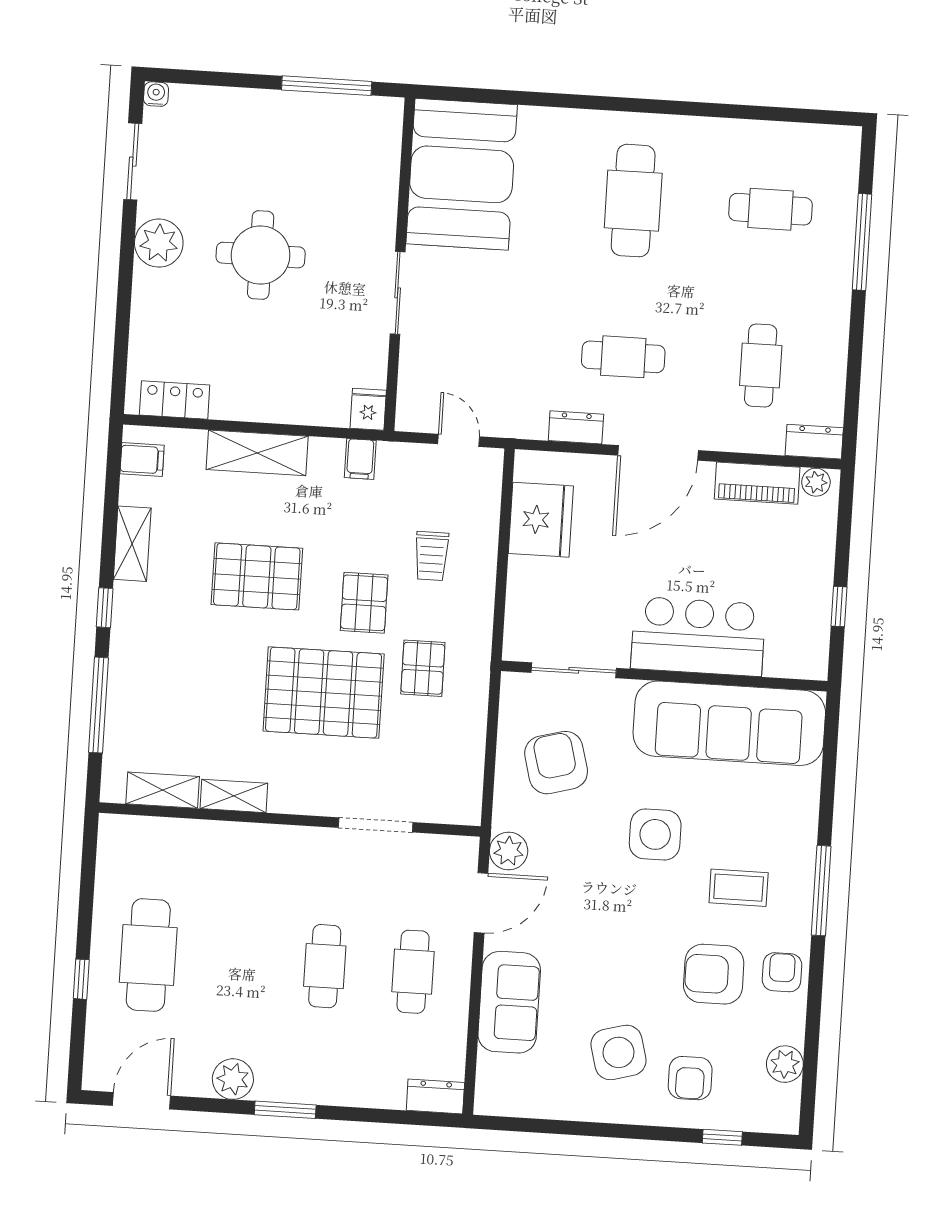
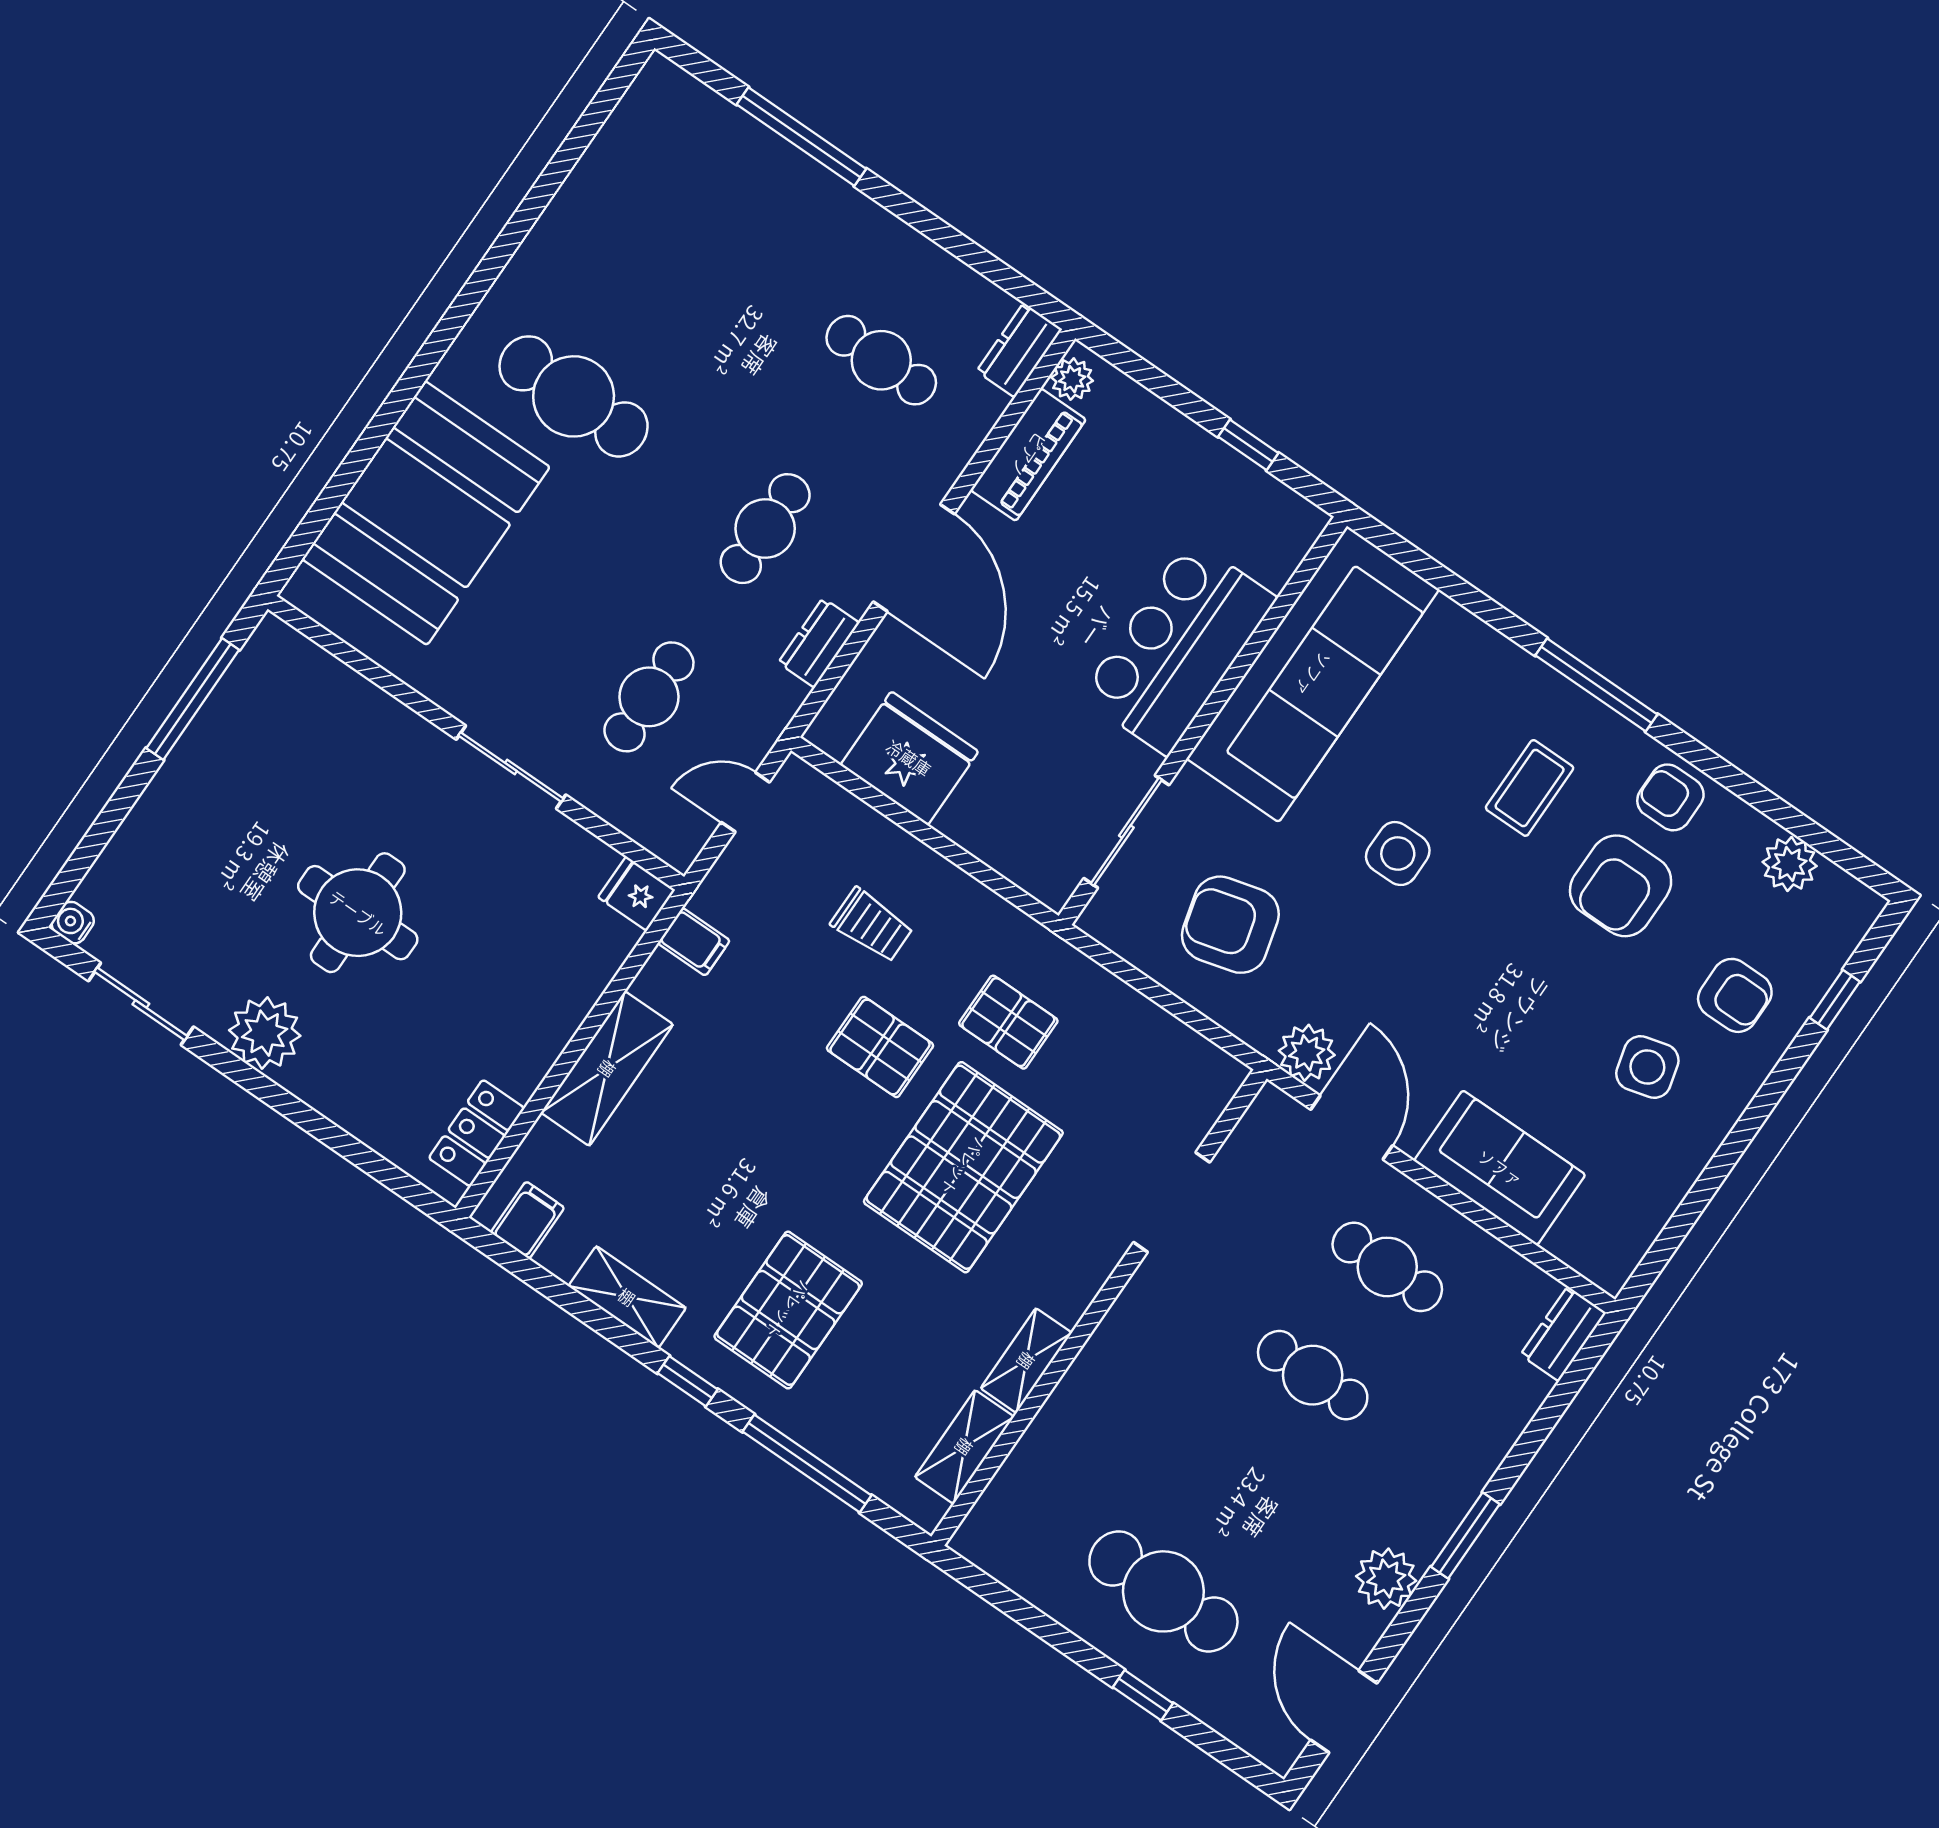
booth: (462, 174) -> (426, 513), moved, turned 90
cafe table: (770, 209) -> (649, 697), moved
pallet: (257, 576) -> (788, 1310), moved
side table: (655, 834) -> (1398, 854), width x0.73, depth x0.73
side table: (618, 1052) -> (1647, 1067), width x0.73, depth x0.73

